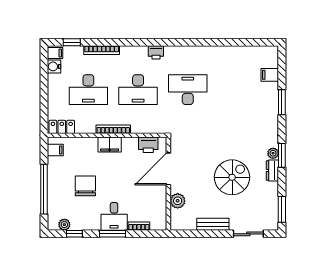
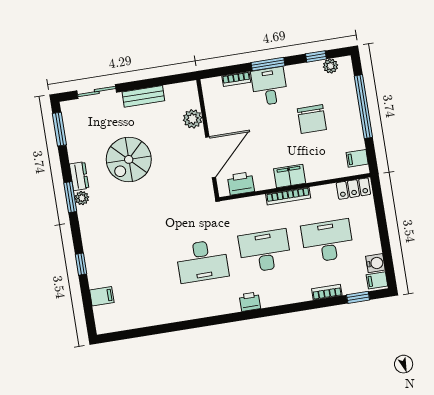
bookcase: (102, 50) -> (327, 292), width x0.64
window: (282, 102) -> (81, 264), width x0.67

